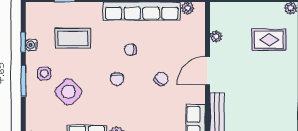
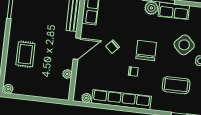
rug: (269, 40) -> (25, 54), moved, turned 90
chair: (117, 79) -> (146, 50), width x1.87, depth x1.87

